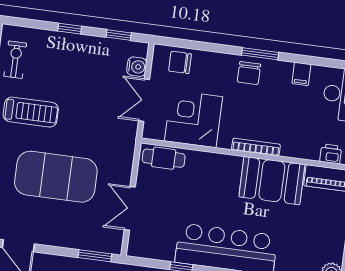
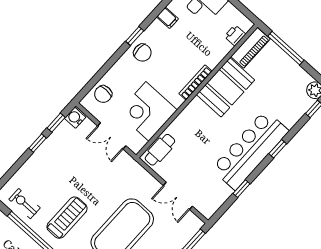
window: (70, 29) -> (38, 143), moved
window: (260, 54) -> (135, 36), width x0.67
water cooler: (137, 67) -> (75, 118), moved, turned -90

